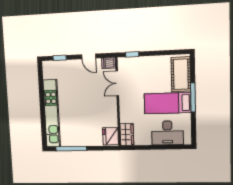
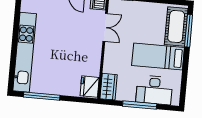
double door: (117, 83) -> (105, 27), swing flipped
window: (193, 97) -> (189, 31), moved
window: (156, 147) -> (140, 105), added

